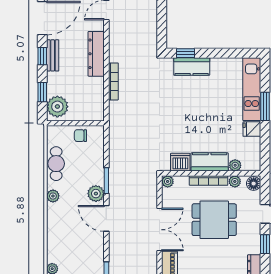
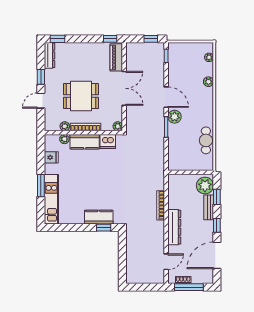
bench: (53, 55) -> (209, 207), moved
fridge: (252, 129) -> (51, 157), moved
chair: (80, 136) -> (187, 163), removed
floor lamp: (254, 184) -> (50, 125), removed
plant: (53, 196) -> (208, 82), moved
double door: (160, 230) -> (124, 88), swing flipped

